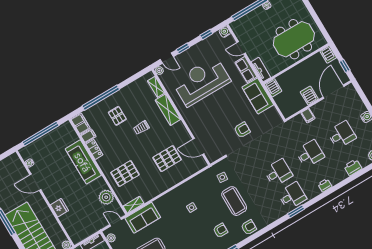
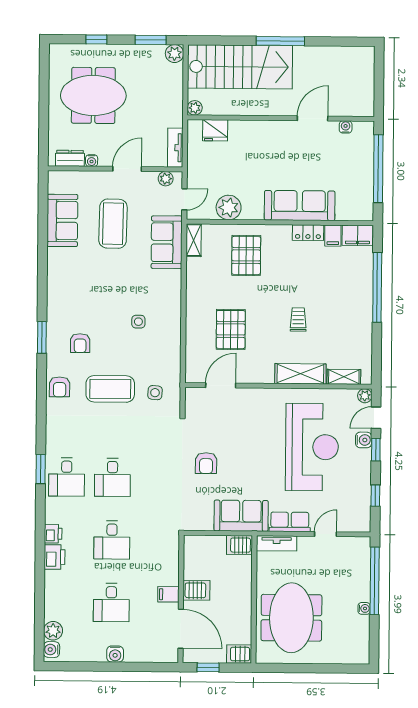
water cooler: (225, 32) -> (364, 440), moved
pallet: (117, 116) -> (336, 295), removed
filing cabinet: (308, 116) -> (168, 594), moved
printer: (353, 167) -> (55, 557), moved
fridge: (59, 208) -> (215, 130), moved

